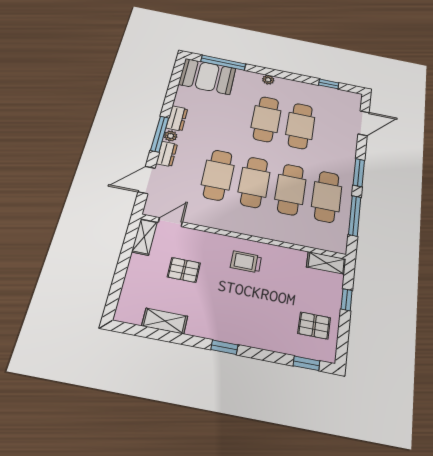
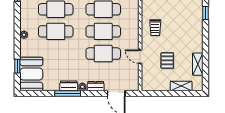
window: (223, 63) -> (17, 66), width x0.46
window: (160, 134) -> (68, 94), moved
door: (170, 222) -> (140, 57), moved
shelving: (145, 237) -> (181, 86), moved
window: (224, 347) -> (205, 13), moved

